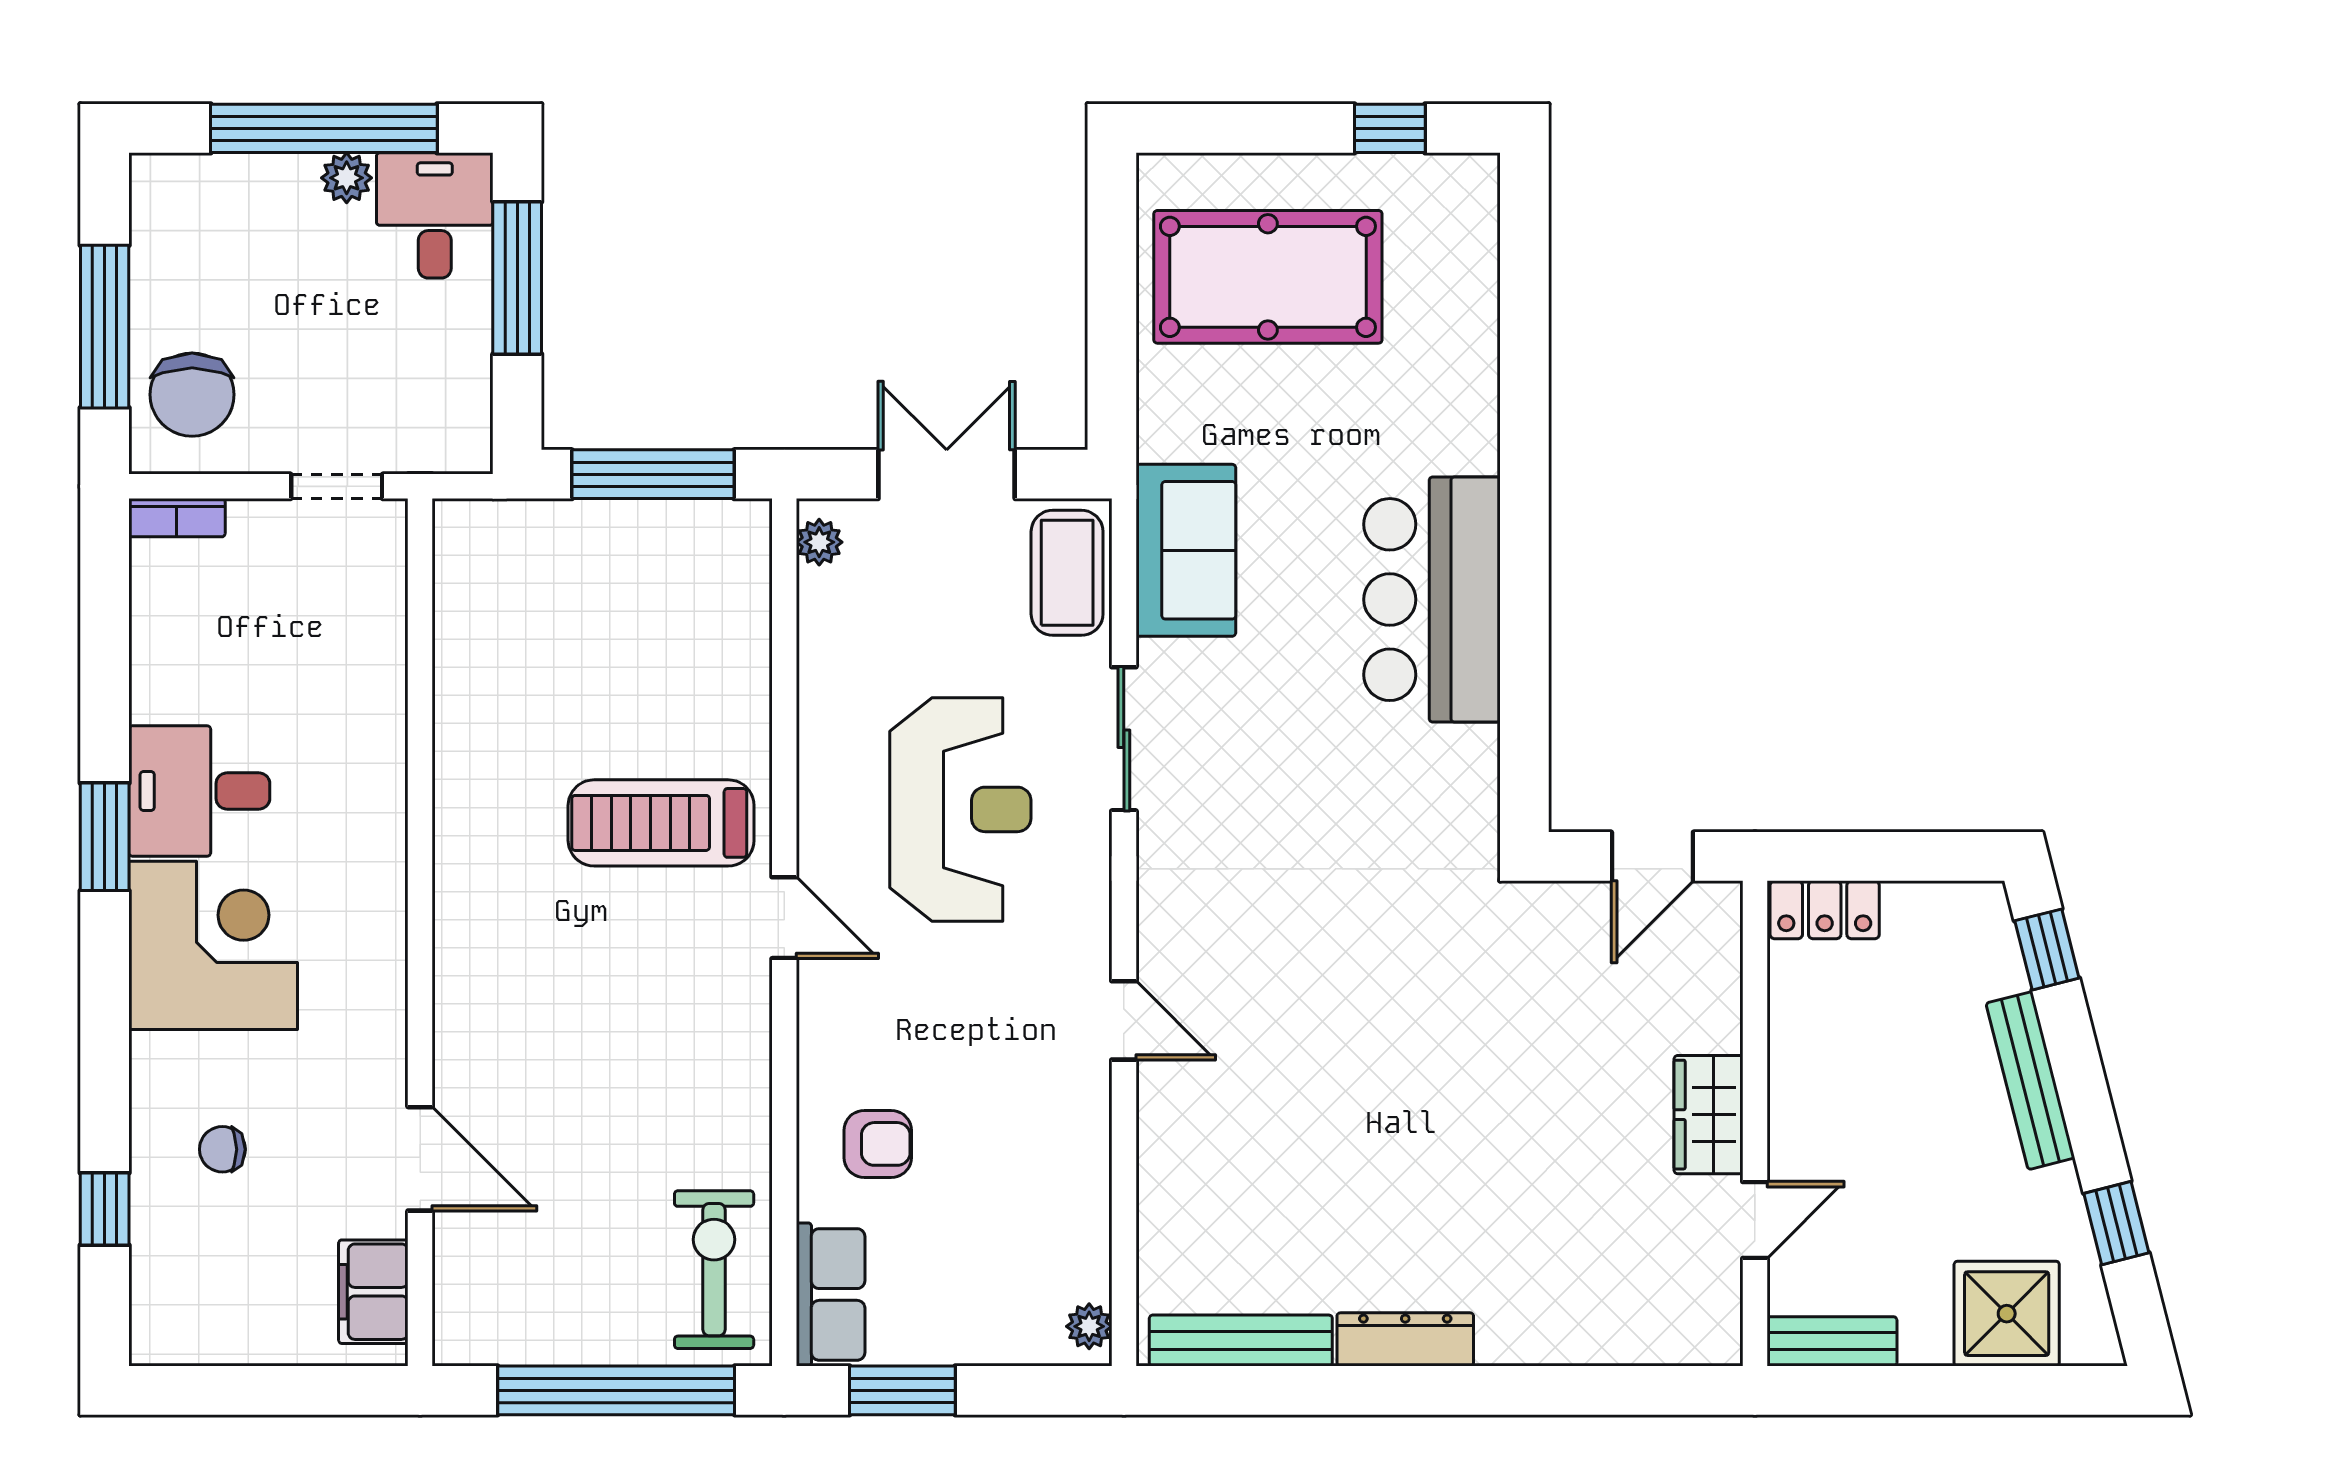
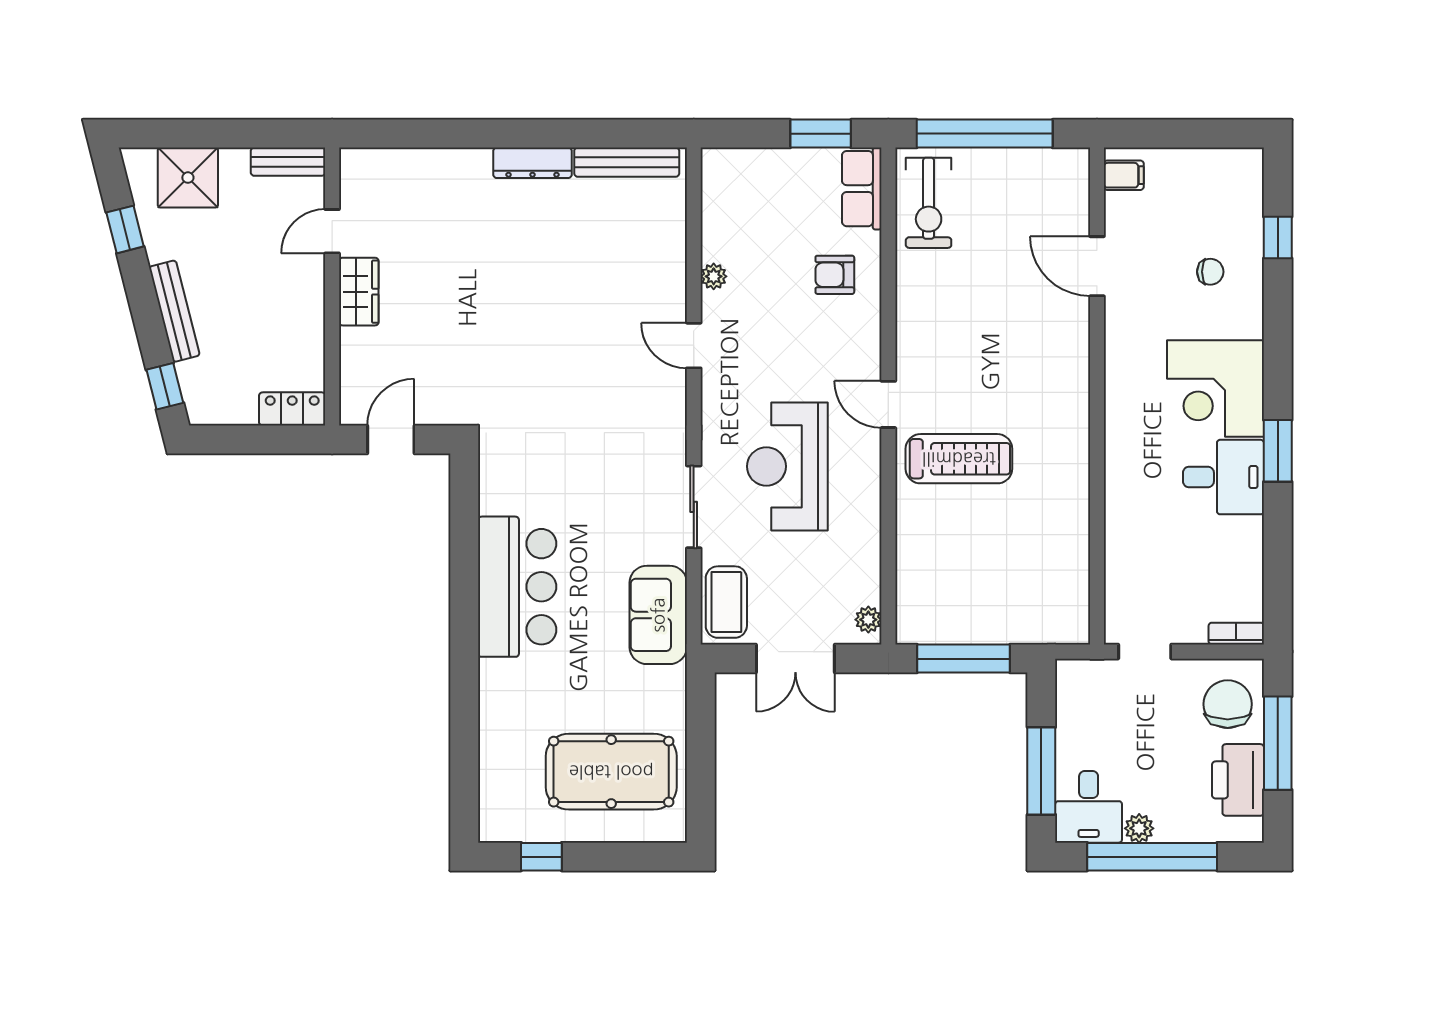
printer: (174, 262) -> (1238, 780), added
filing cabinet: (373, 1292) -> (1124, 175), width x0.50
plant: (1089, 1326) -> (714, 276), moved

